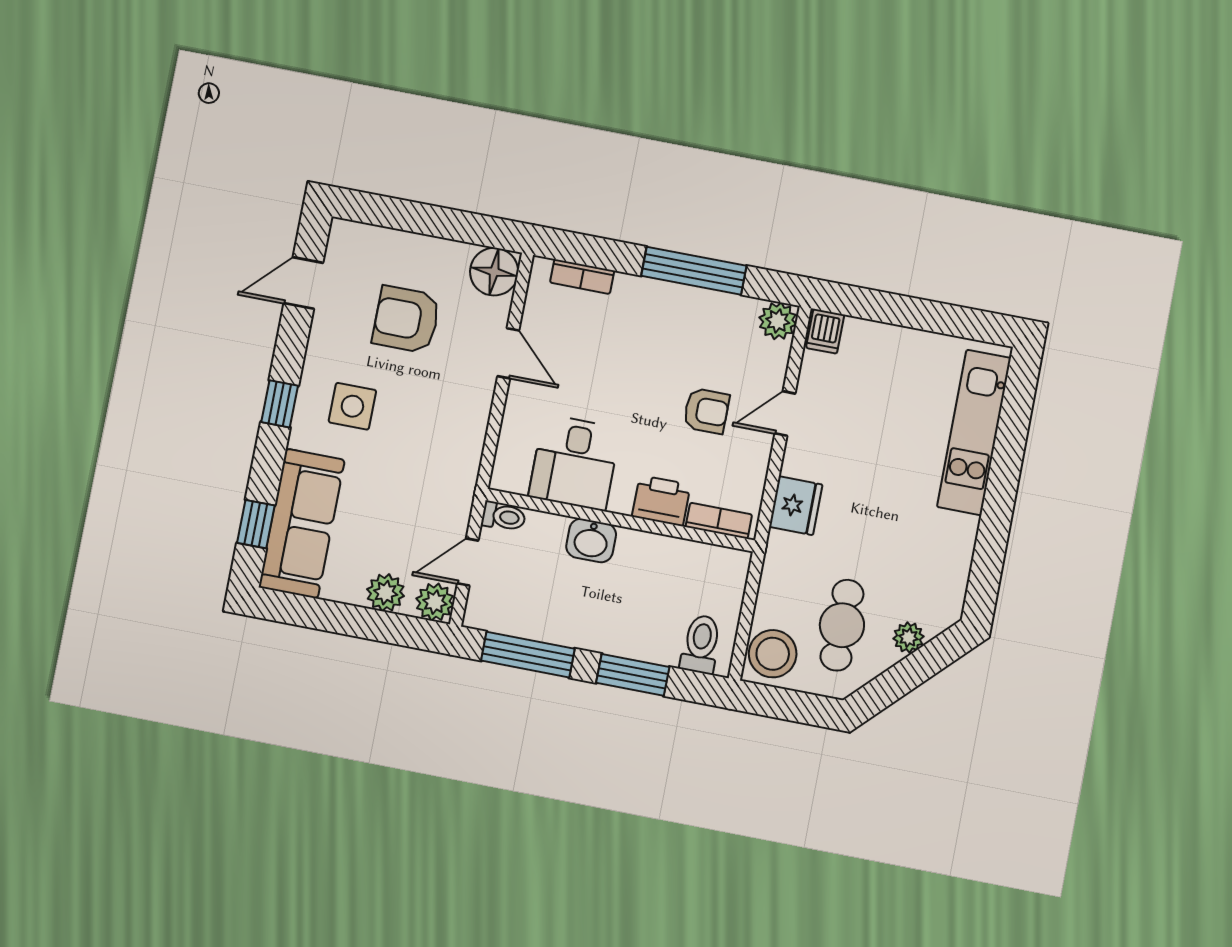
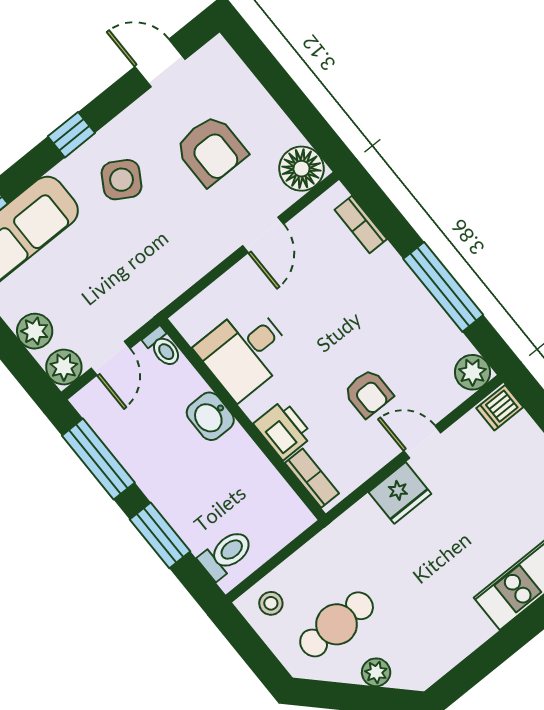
armchair: (406, 319) -> (211, 150), turned 180
side table: (352, 406) -> (121, 180), turned 31
fridge: (796, 506) -> (400, 493), moved
door: (468, 562) -> (111, 358), swing flipped
stool: (773, 654) -> (271, 603), width x0.53, depth x0.53

